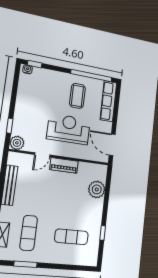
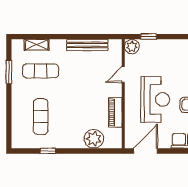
door: (42, 155) -> (123, 74), hinge flipped
piano: (64, 165) -> (115, 112), moved

